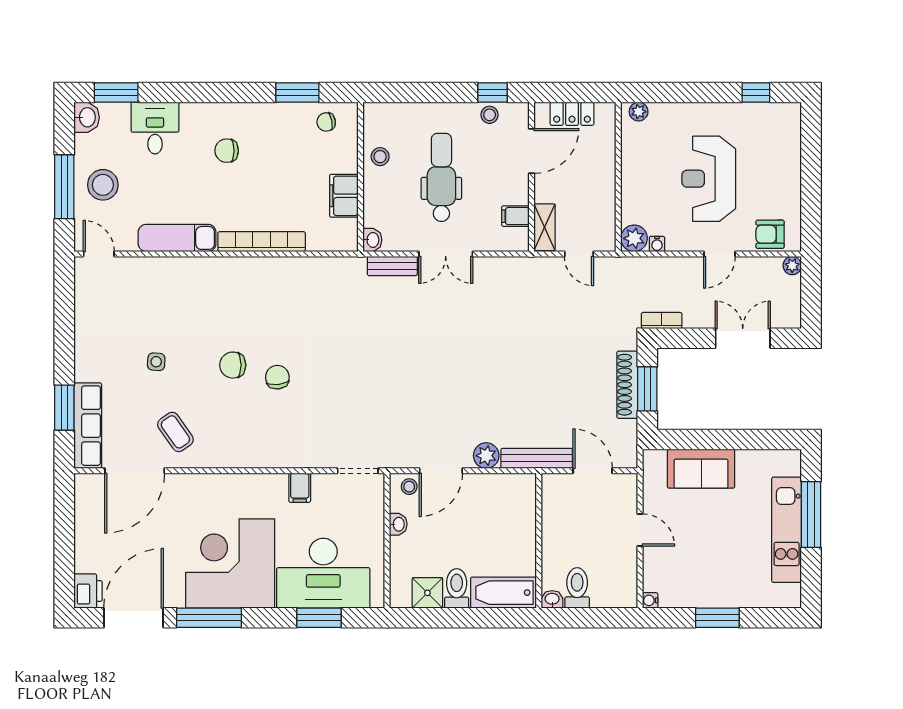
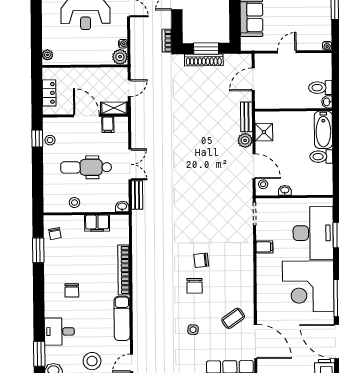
door: (532, 151) -> (86, 116), moved
bench: (537, 458) -> (246, 117), width x0.73
shower: (427, 593) -> (264, 132), moved

